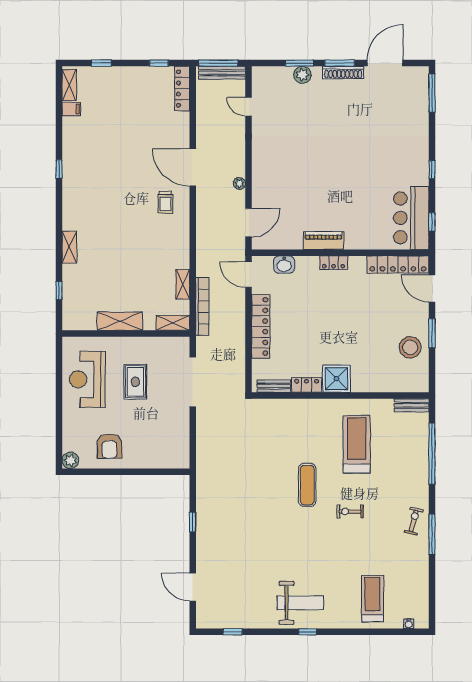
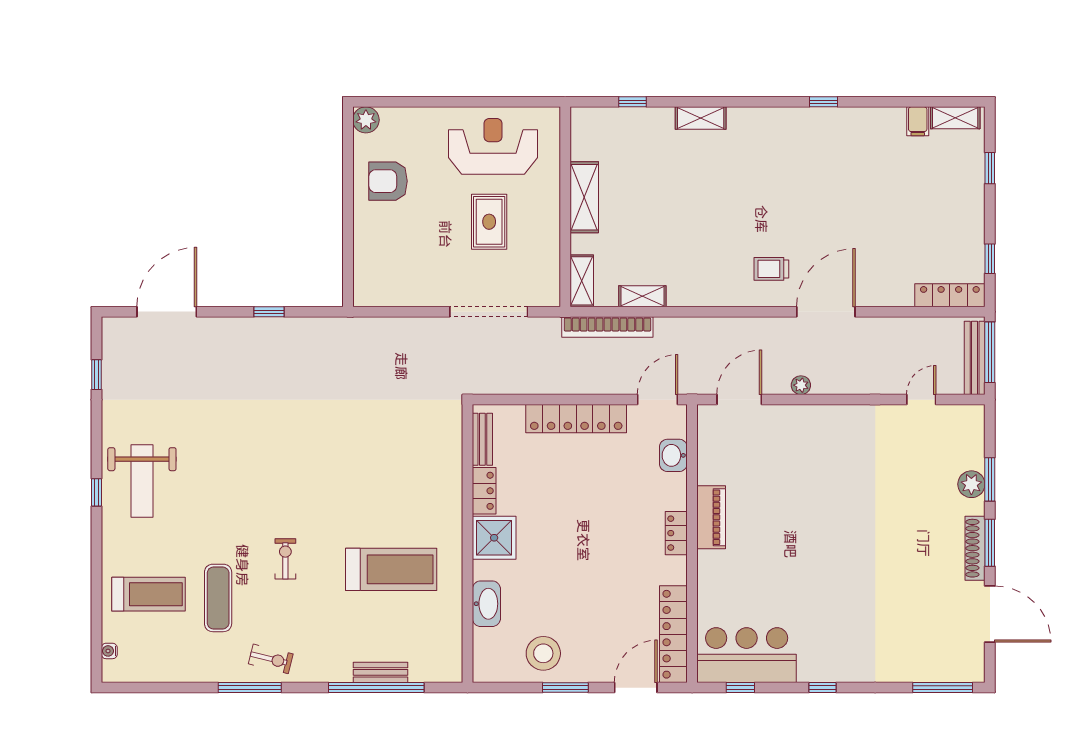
door: (249, 223) -> (739, 400), swing flipped
rug: (135, 382) -> (489, 222), turned 90
washbasin: (379, 384) -> (486, 604), added
bench: (412, 405) -> (380, 672), moved, turned 90
exercise mat: (307, 485) -> (218, 598), moved, turned 90
door: (193, 587) -> (167, 312), width x1.36

